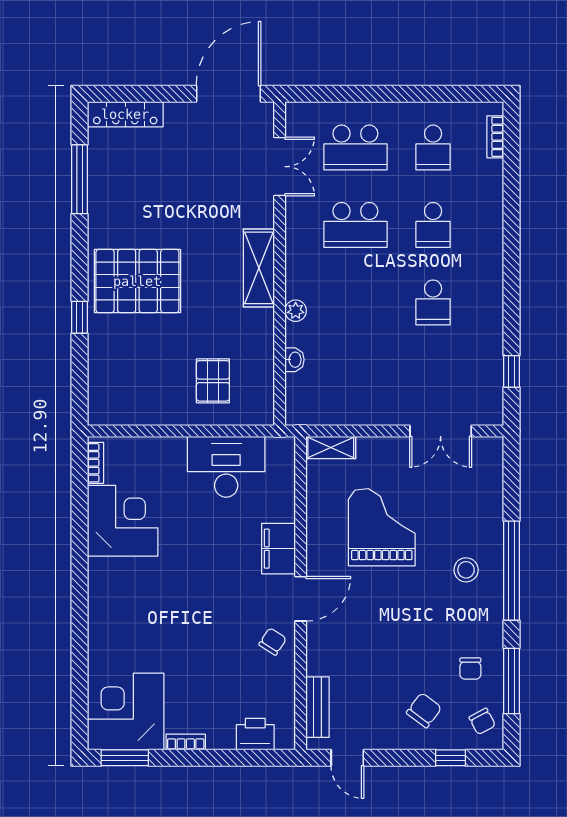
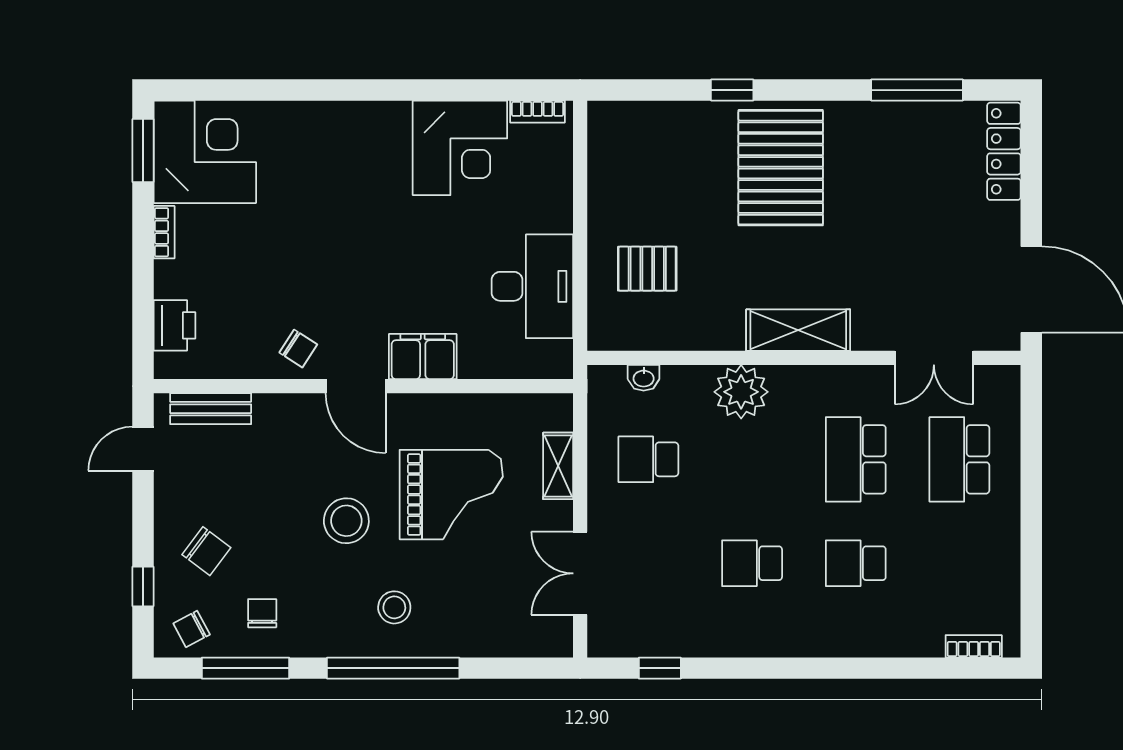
school desk: (433, 147) -> (648, 459), moved
plant: (296, 311) -> (741, 392), width x1.88, depth x1.88
washbasin: (294, 360) -> (644, 378), moved
shelving: (331, 447) -> (558, 466), moved
stool: (401, 606) -> (346, 521), added
chair: (470, 669) -> (262, 613), turned 90

